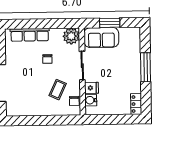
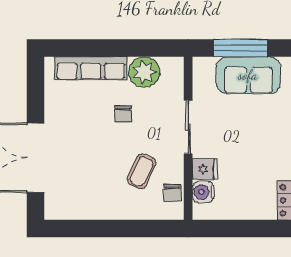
window: (110, 23) -> (241, 48), width x1.44
plant: (71, 36) -> (144, 72), moved
sofa: (101, 37) -> (248, 75), moved

